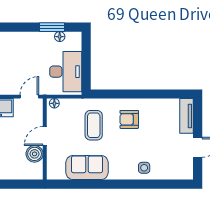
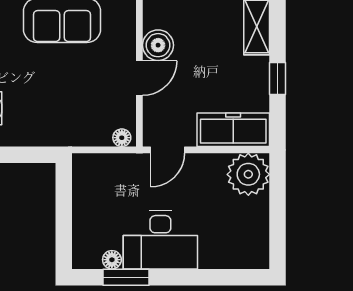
desk: (66, 72) -> (160, 240), moved, turned -90
coffee table: (94, 125) -> (50, 98), removed

